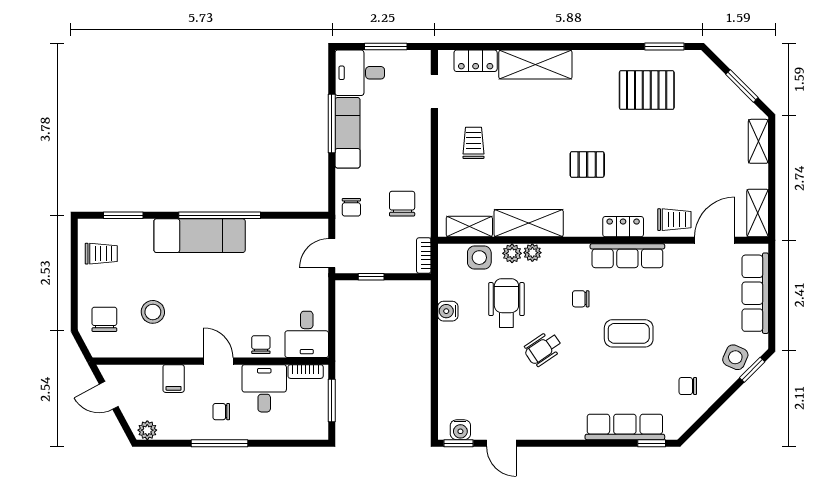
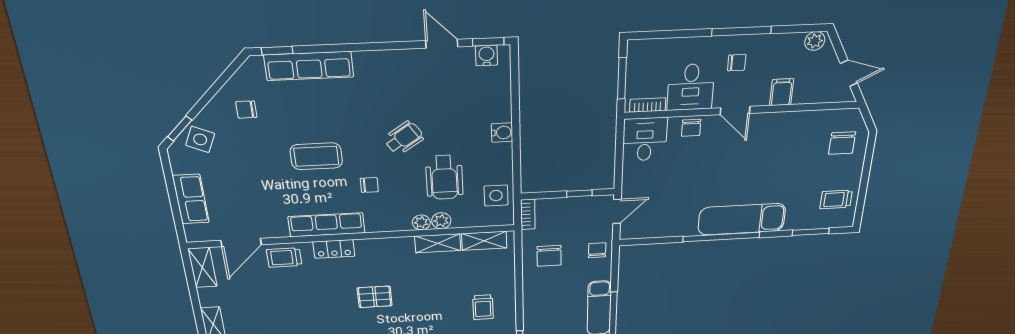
shelving: (529, 223) -> (438, 243), width x0.67, depth x0.75
side table: (479, 258) -> (496, 196), moved
row of seats: (755, 293) -> (191, 199), width x0.68
water cooler: (448, 311) -> (502, 133), moved
stool: (153, 312) -> (794, 152), removed
chair: (688, 386) -> (246, 110), turned 180

